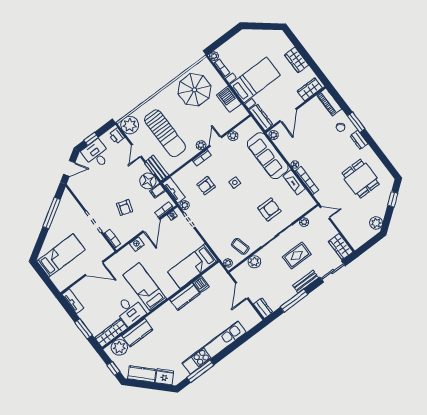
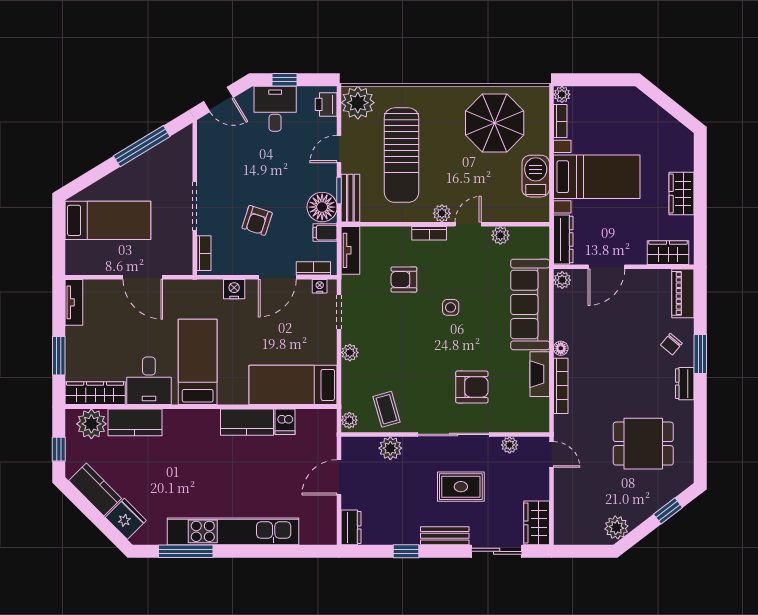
dining table: (361, 179) -> (643, 444), turned 90
plant: (185, 205) -> (350, 353), moved
window: (294, 301) -> (406, 551), width x0.46

